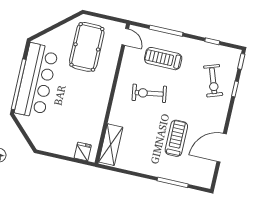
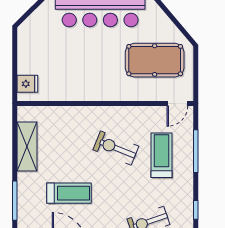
exercise bike: (149, 93) -> (116, 148), turned -59
shelving: (111, 145) -> (27, 147), moved, turned 90

